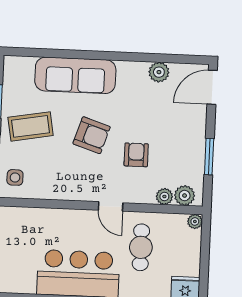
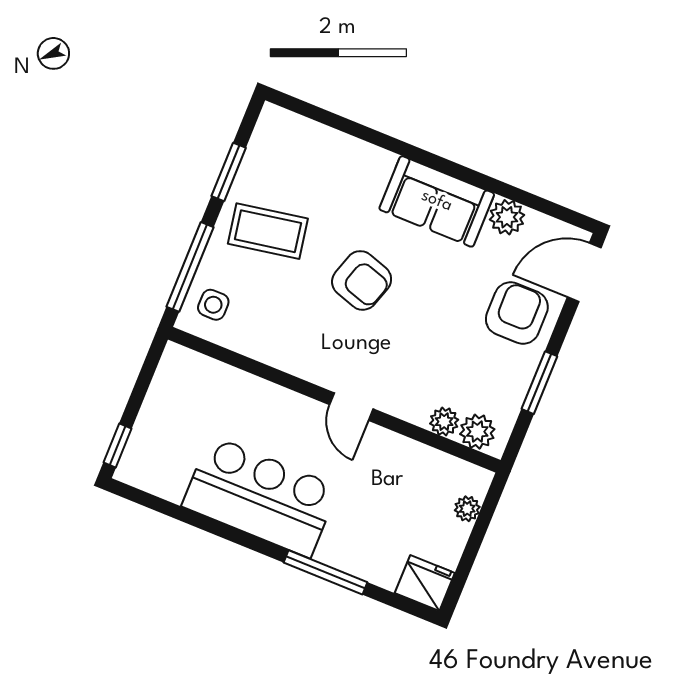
sofa: (75, 75) -> (437, 201), moved, width x0.73
armchair: (136, 155) -> (517, 313), moved, width x1.38, depth x1.38
plant: (195, 221) -> (467, 509), moved
cafe table: (141, 247) -> (377, 490), removed

